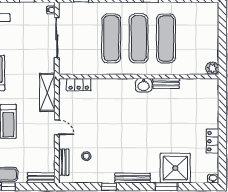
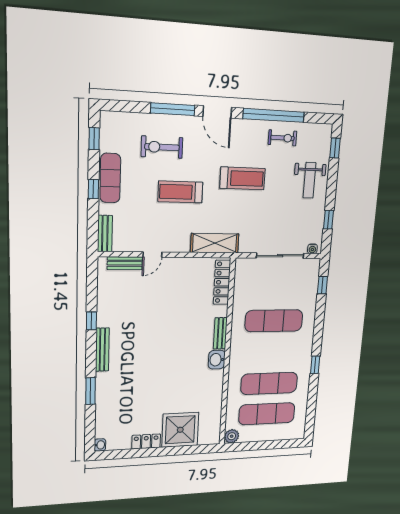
exercise mat: (139, 38) -> (267, 414), moved
bench: (166, 84) -> (220, 333), moved
locker: (79, 85) -> (222, 282), width x1.53
door: (57, 127) -> (152, 255), moved
stool: (86, 156) -> (132, 292), removed
shower: (175, 168) -> (180, 430), moved

